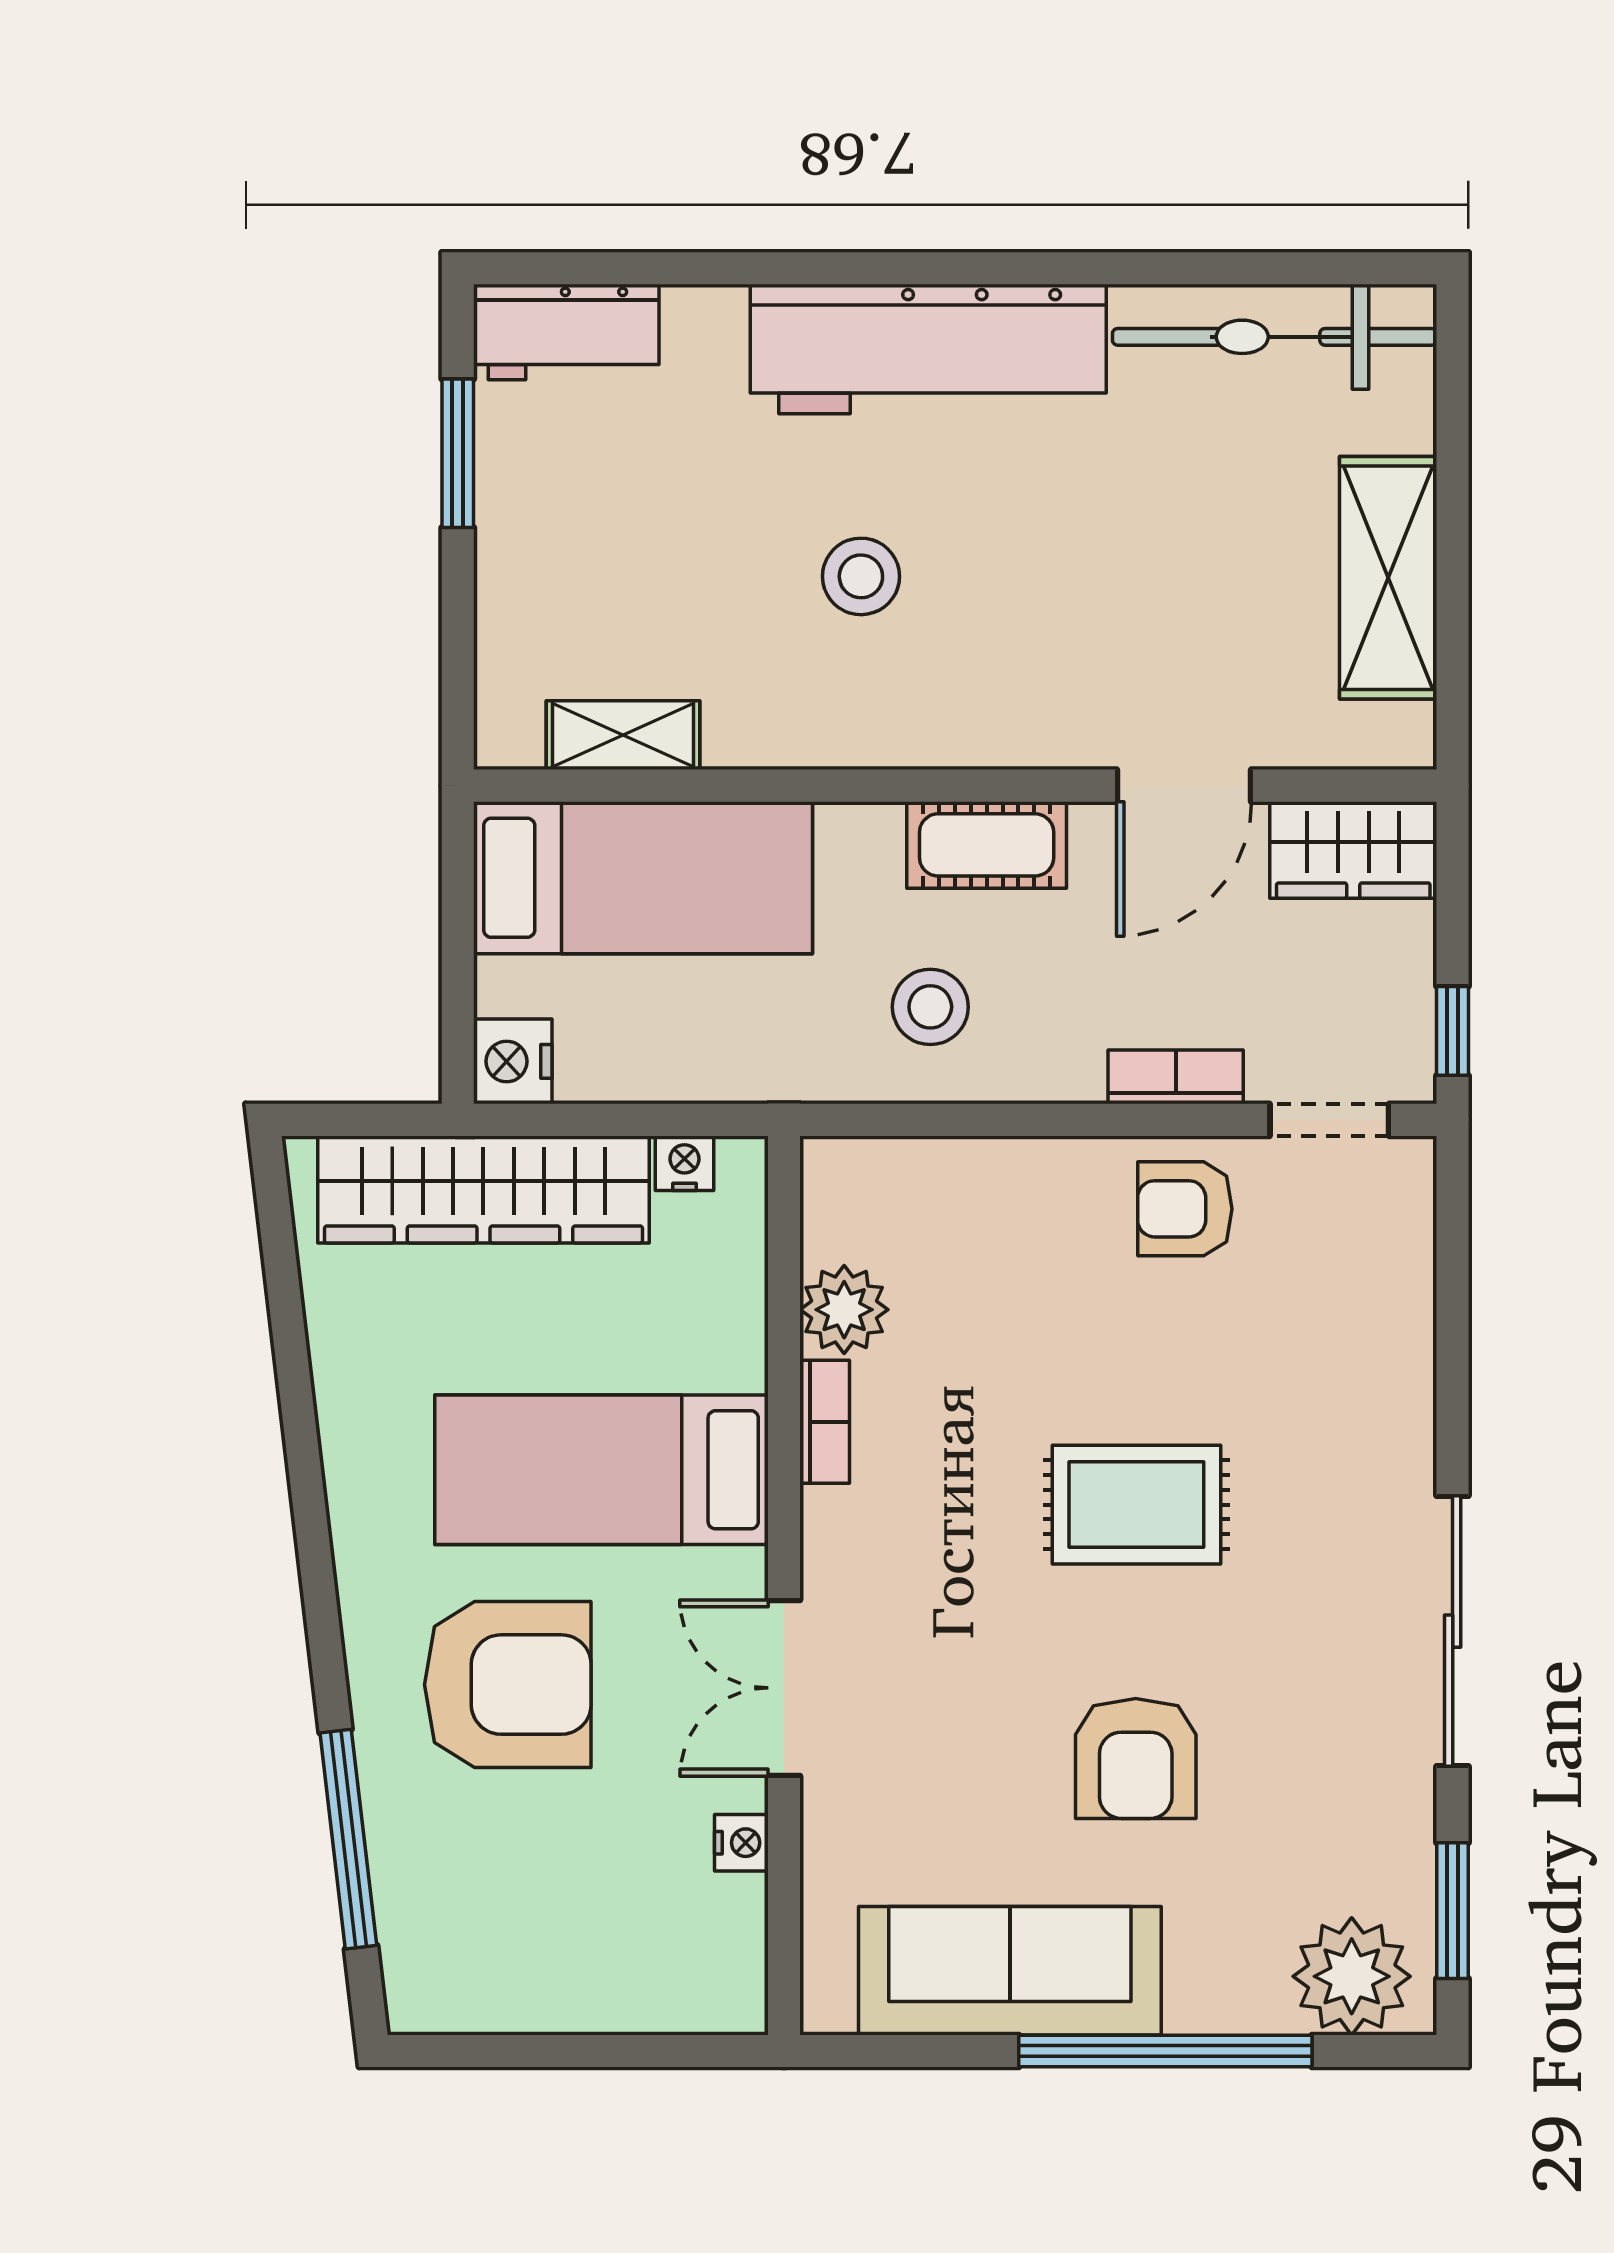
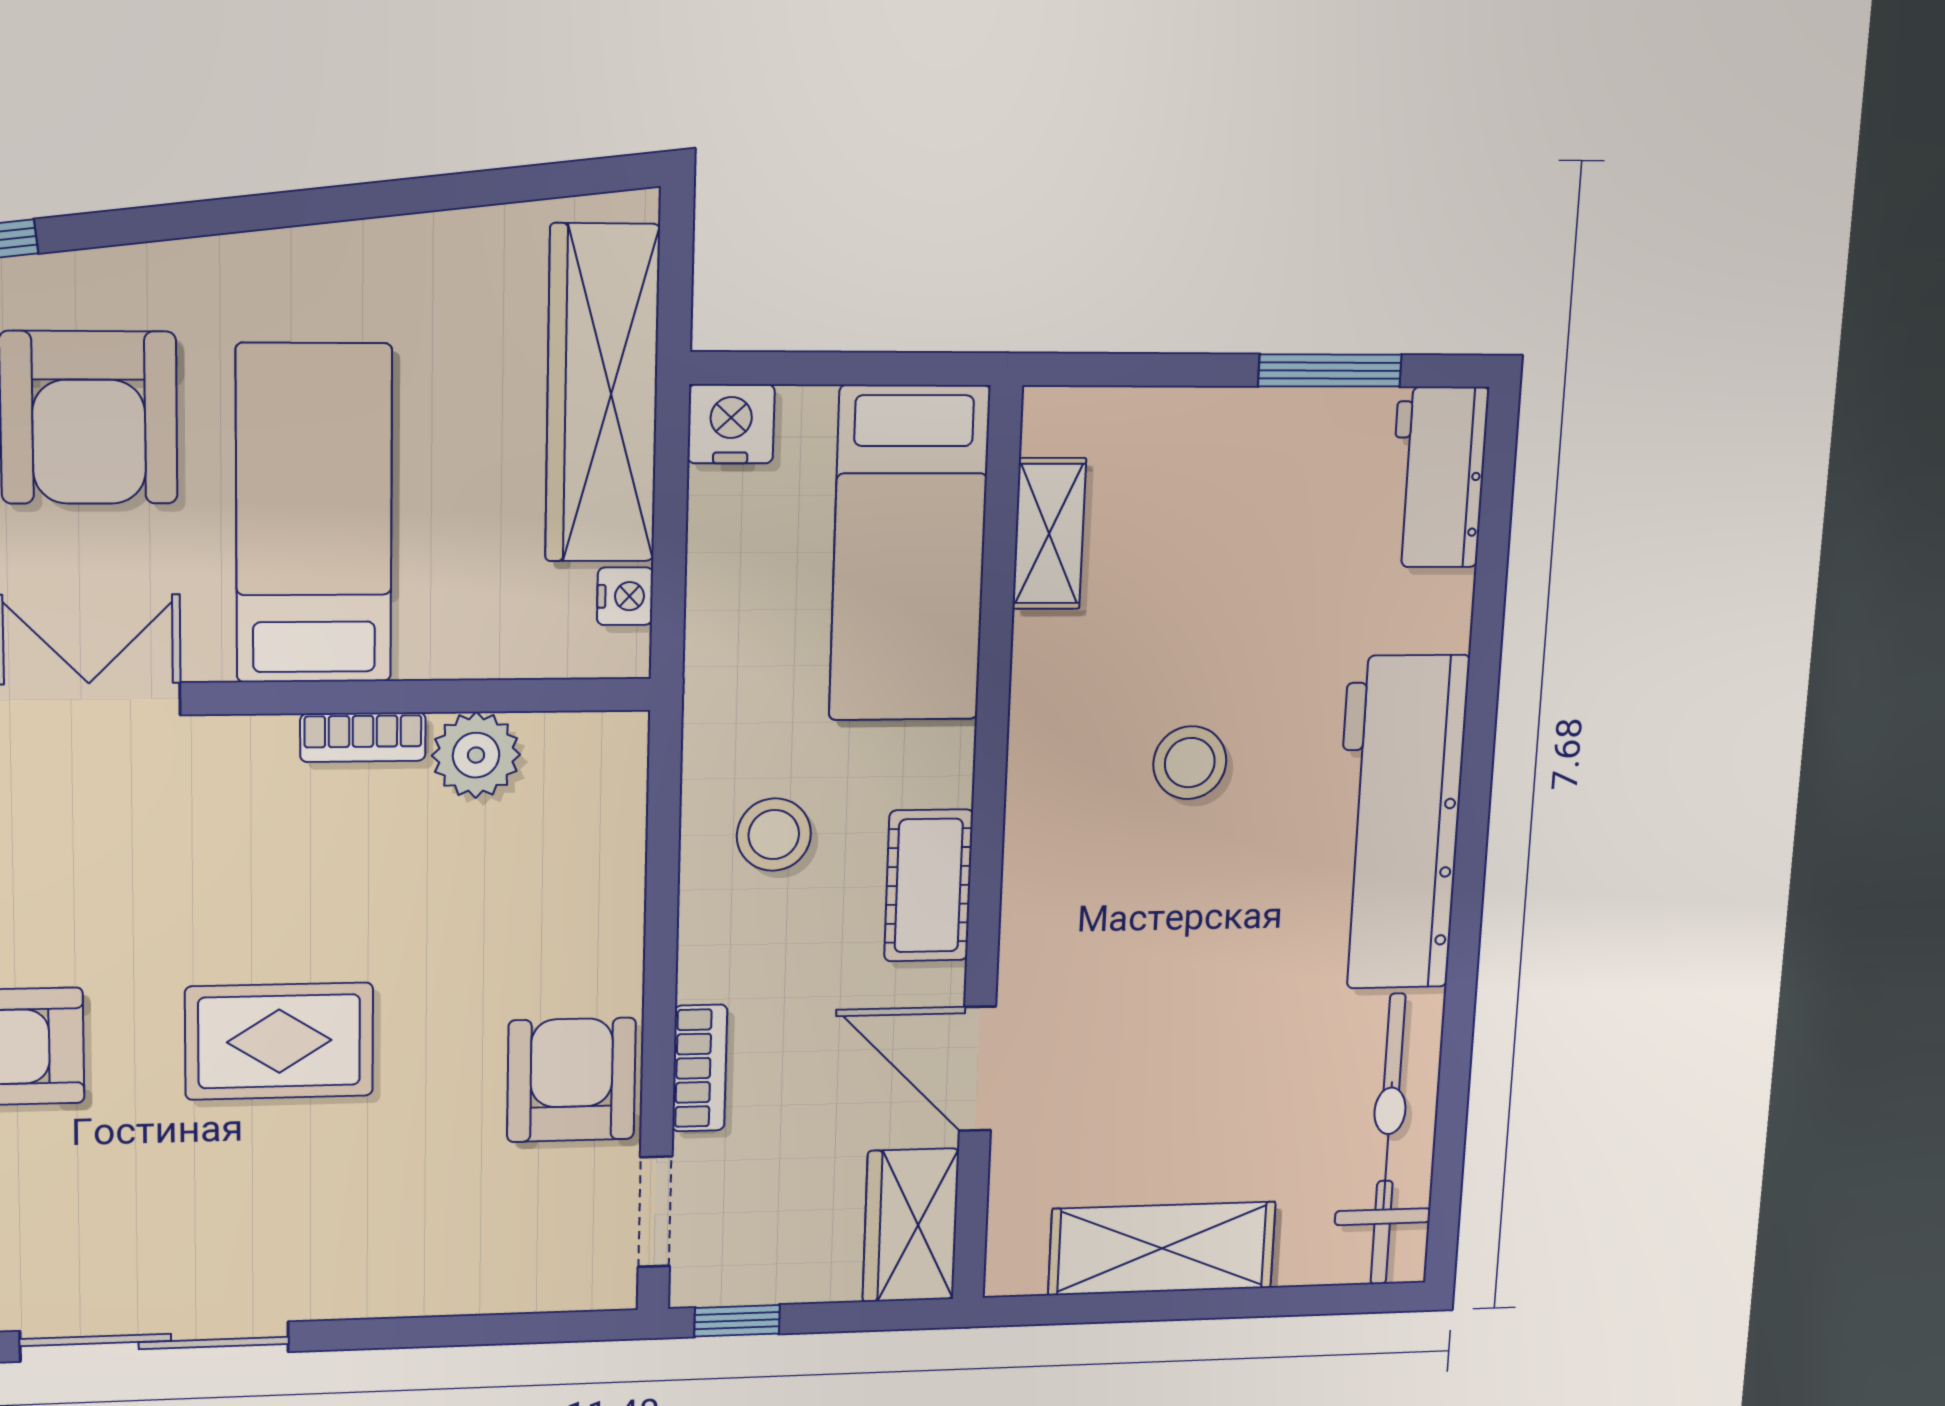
armchair: (1185, 1209) -> (571, 1080), width x1.38, depth x1.38
rug: (1136, 1505) -> (279, 1041), turned 90

